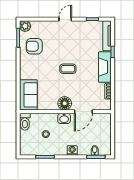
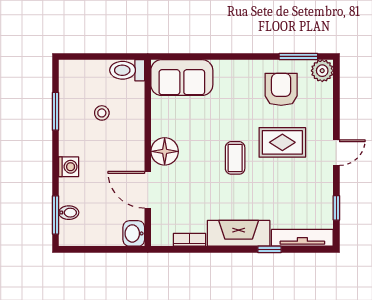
door: (65, 19) -> (336, 153), hinge flipped
rug: (60, 46) -> (282, 142), added
washbasin: (64, 118) -> (134, 233), moved

